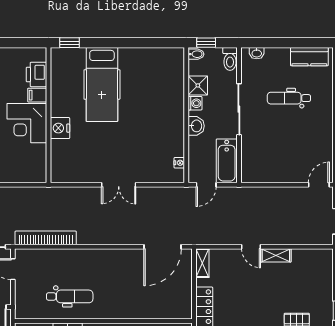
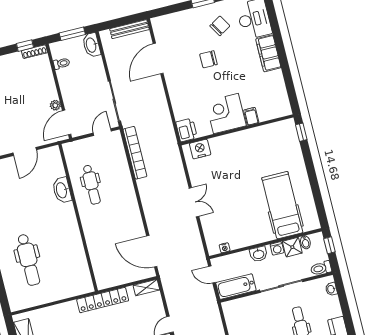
bidet: (196, 54) -> (305, 242), moved
printer: (36, 74) -> (186, 130), moved, turned 90
hospital bed: (102, 84) -> (282, 205), moved, turned 90
nightstand: (60, 128) -> (200, 149), moved
double door: (119, 185) -> (194, 202), swing flipped

